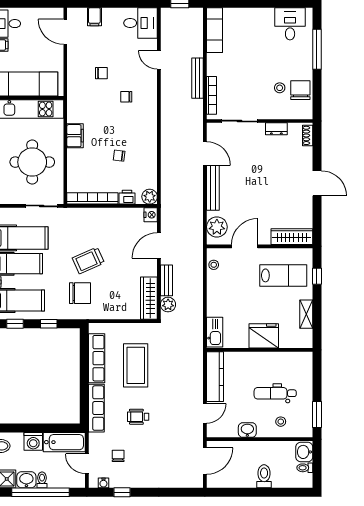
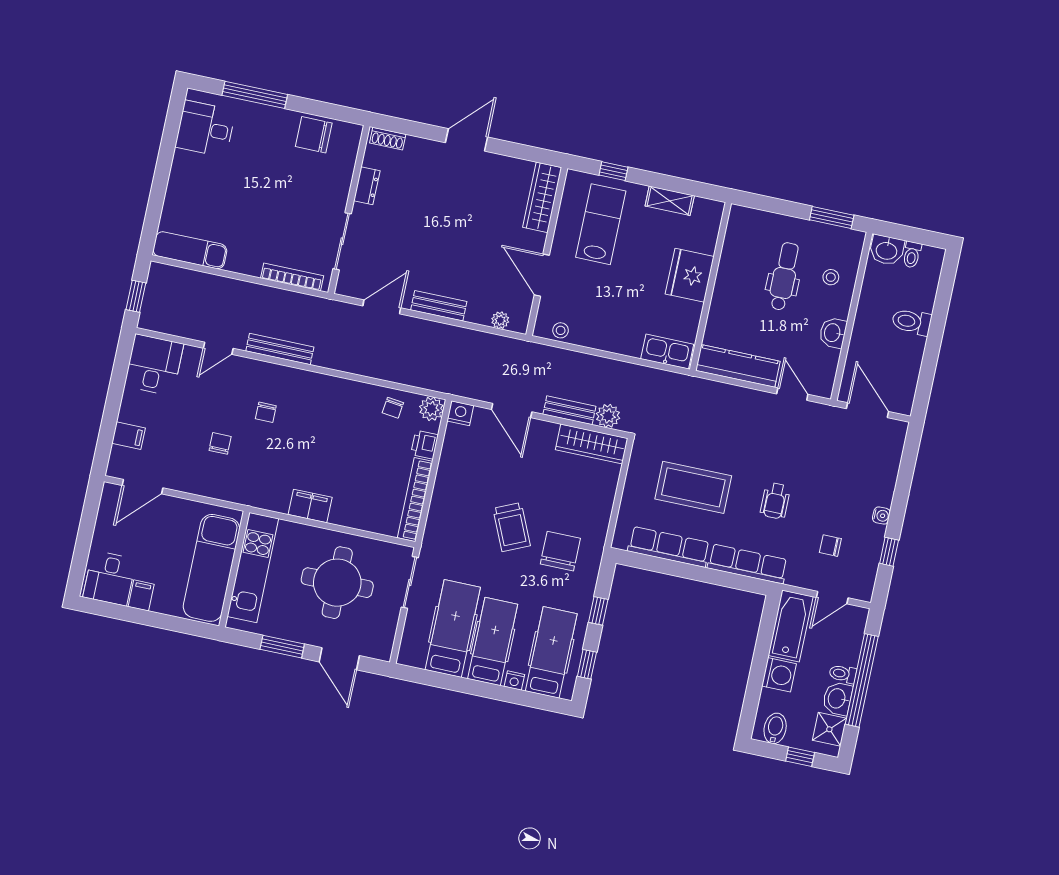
bench: (198, 78) -> (280, 349), moved
stool: (280, 88) -> (303, 167), removed
chair: (119, 156) -> (393, 408), moved
bench: (213, 188) -> (439, 306), width x0.73
plant: (217, 227) -> (500, 320), width x0.53, depth x0.53
dental chair: (275, 393) -> (784, 276), turned 180
water cooler: (103, 483) -> (881, 515), moved

